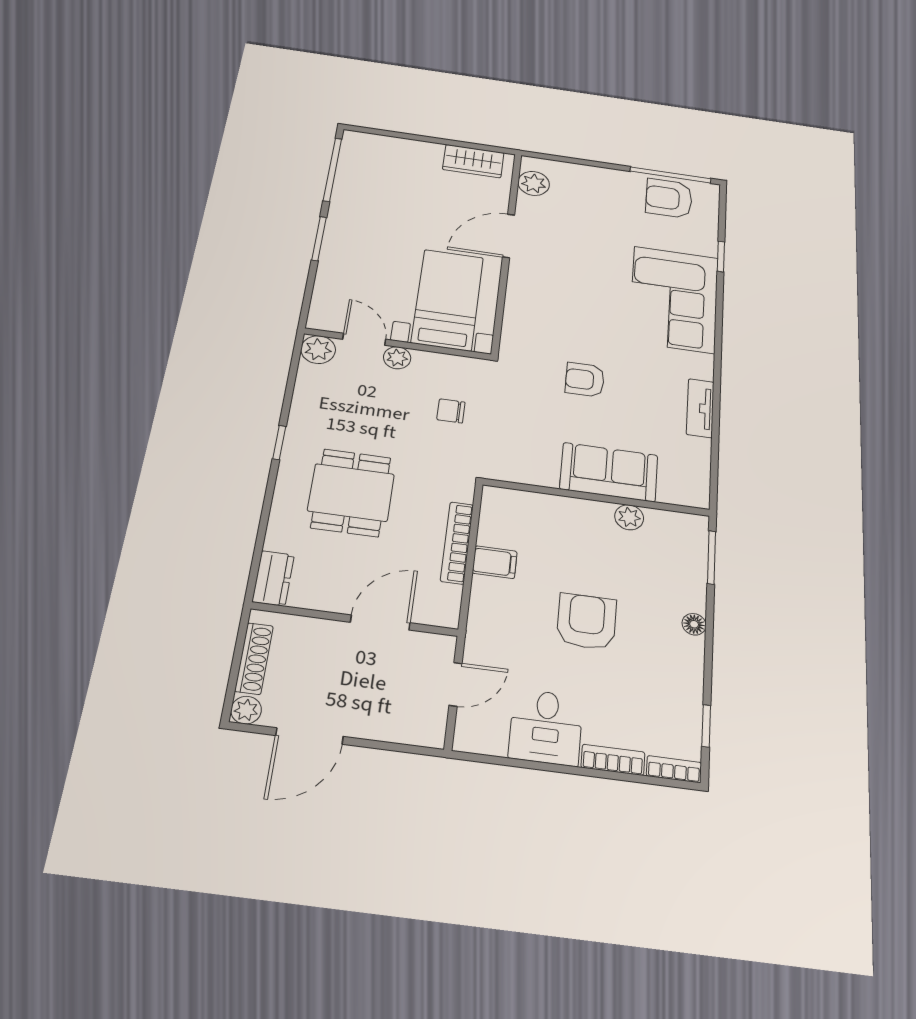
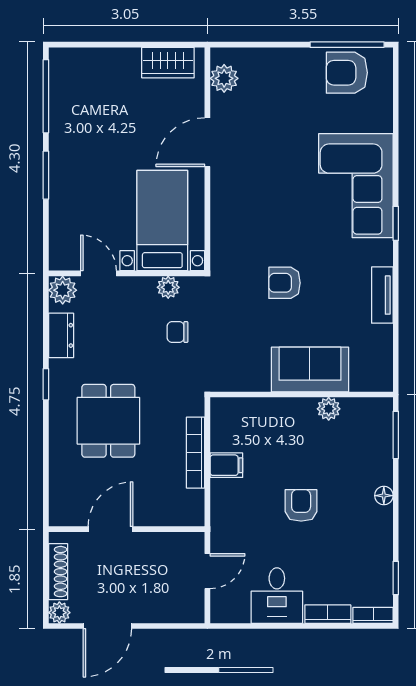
window: (721, 256) -> (396, 223), moved
plant: (397, 358) -> (168, 287), moved
dresser: (273, 578) -> (61, 335), moved
armchair: (587, 622) -> (301, 505), width x0.72, depth x0.72
door: (380, 623) -> (110, 529), moved

